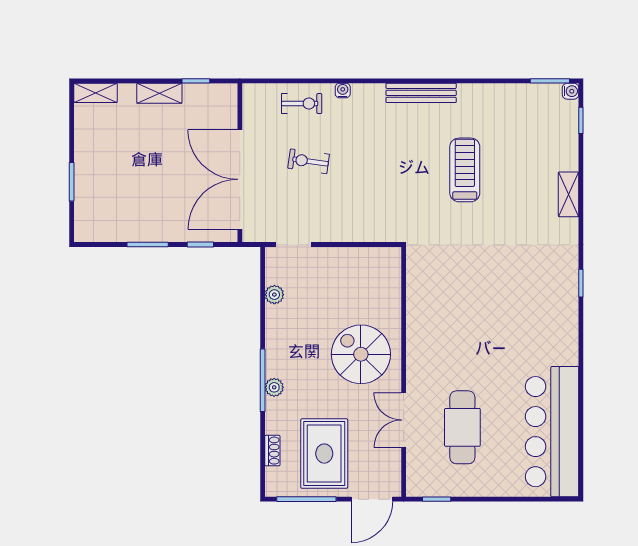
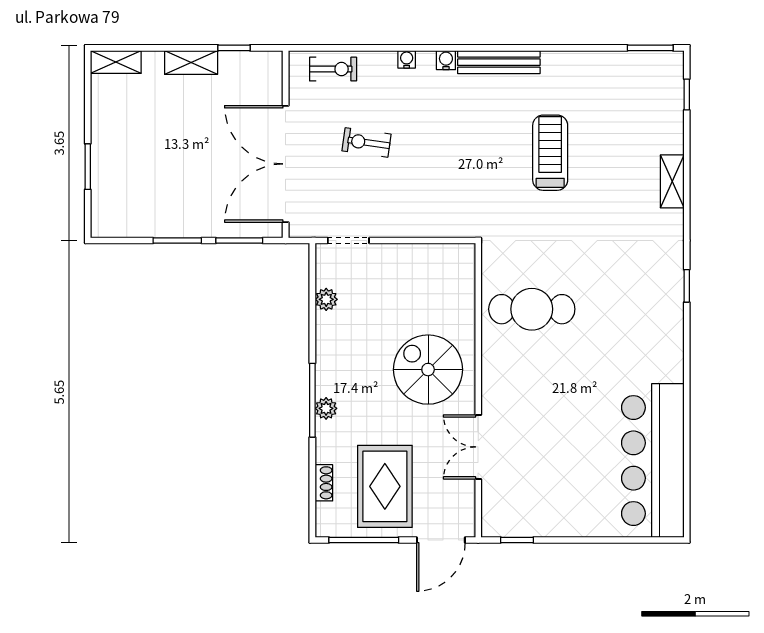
water cooler: (571, 91) -> (446, 60), moved, turned -90
exercise bike: (302, 103) -> (333, 69), moved
window: (200, 245) -> (239, 240), width x1.50
cafe table: (462, 427) -> (532, 309), moved, turned 90

